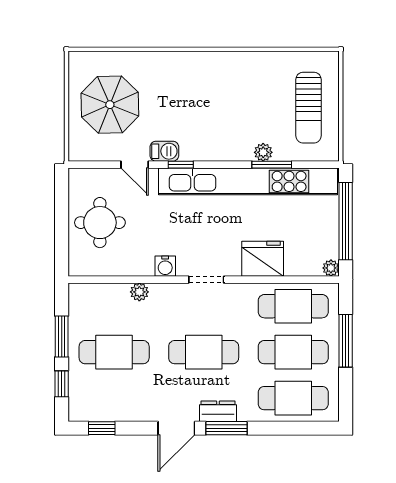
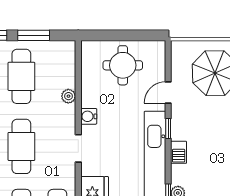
barbecue: (164, 151) -> (179, 152), moved

